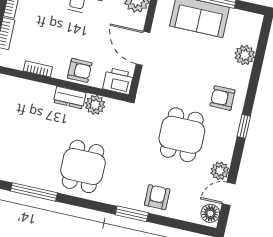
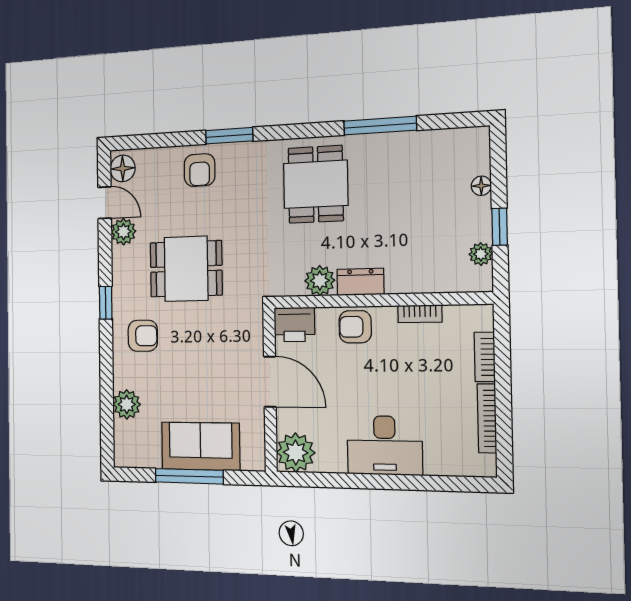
dining table: (182, 135) -> (186, 269), turned 90
door: (229, 194) -> (105, 203), hinge flipped

